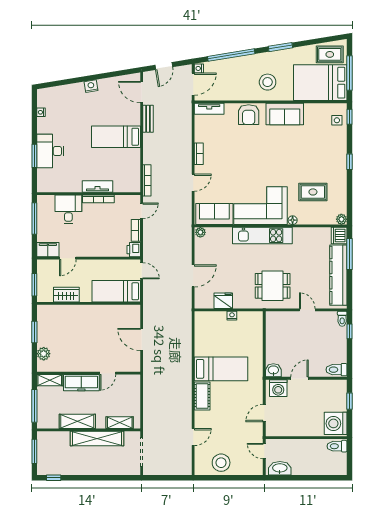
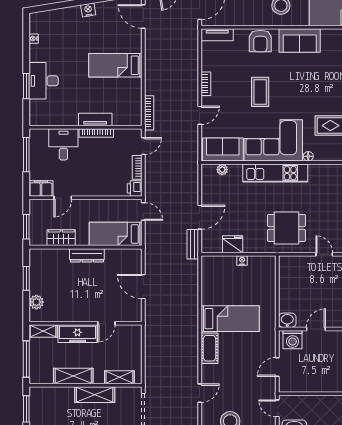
bench: (148, 119) -> (193, 244), moved
coffee table: (249, 161) -> (260, 92), added
plant: (200, 232) -> (222, 170), moved
dresser: (90, 311) -> (87, 255), added
shelving: (97, 438) -> (95, 395), width x0.68

